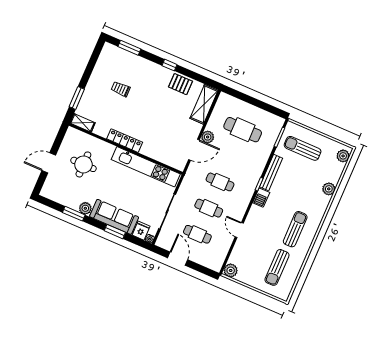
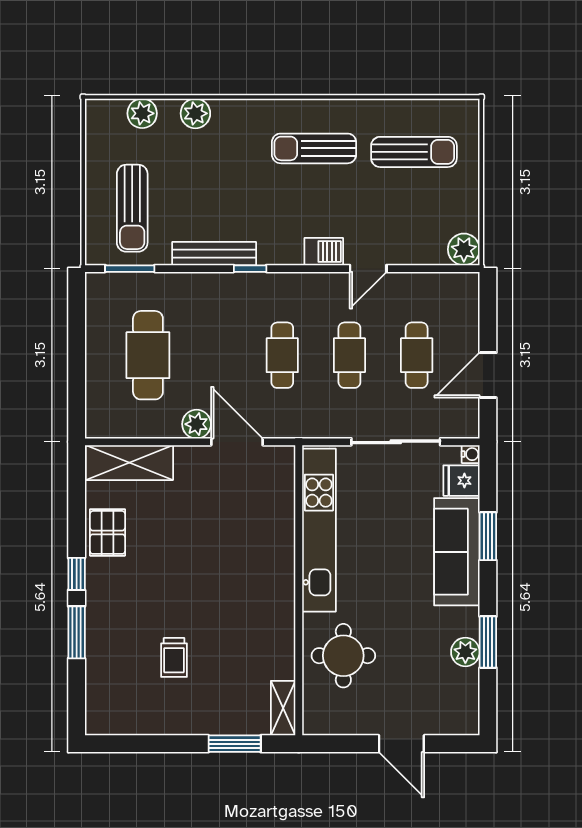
window: (129, 48) -> (77, 632), moved
locker: (125, 141) -> (282, 600), removed
plant: (343, 156) -> (142, 113), moved
round table: (83, 164) -> (343, 656), moved
barbecue: (261, 198) -> (324, 252), moved
plant: (85, 208) -> (465, 652), moved

